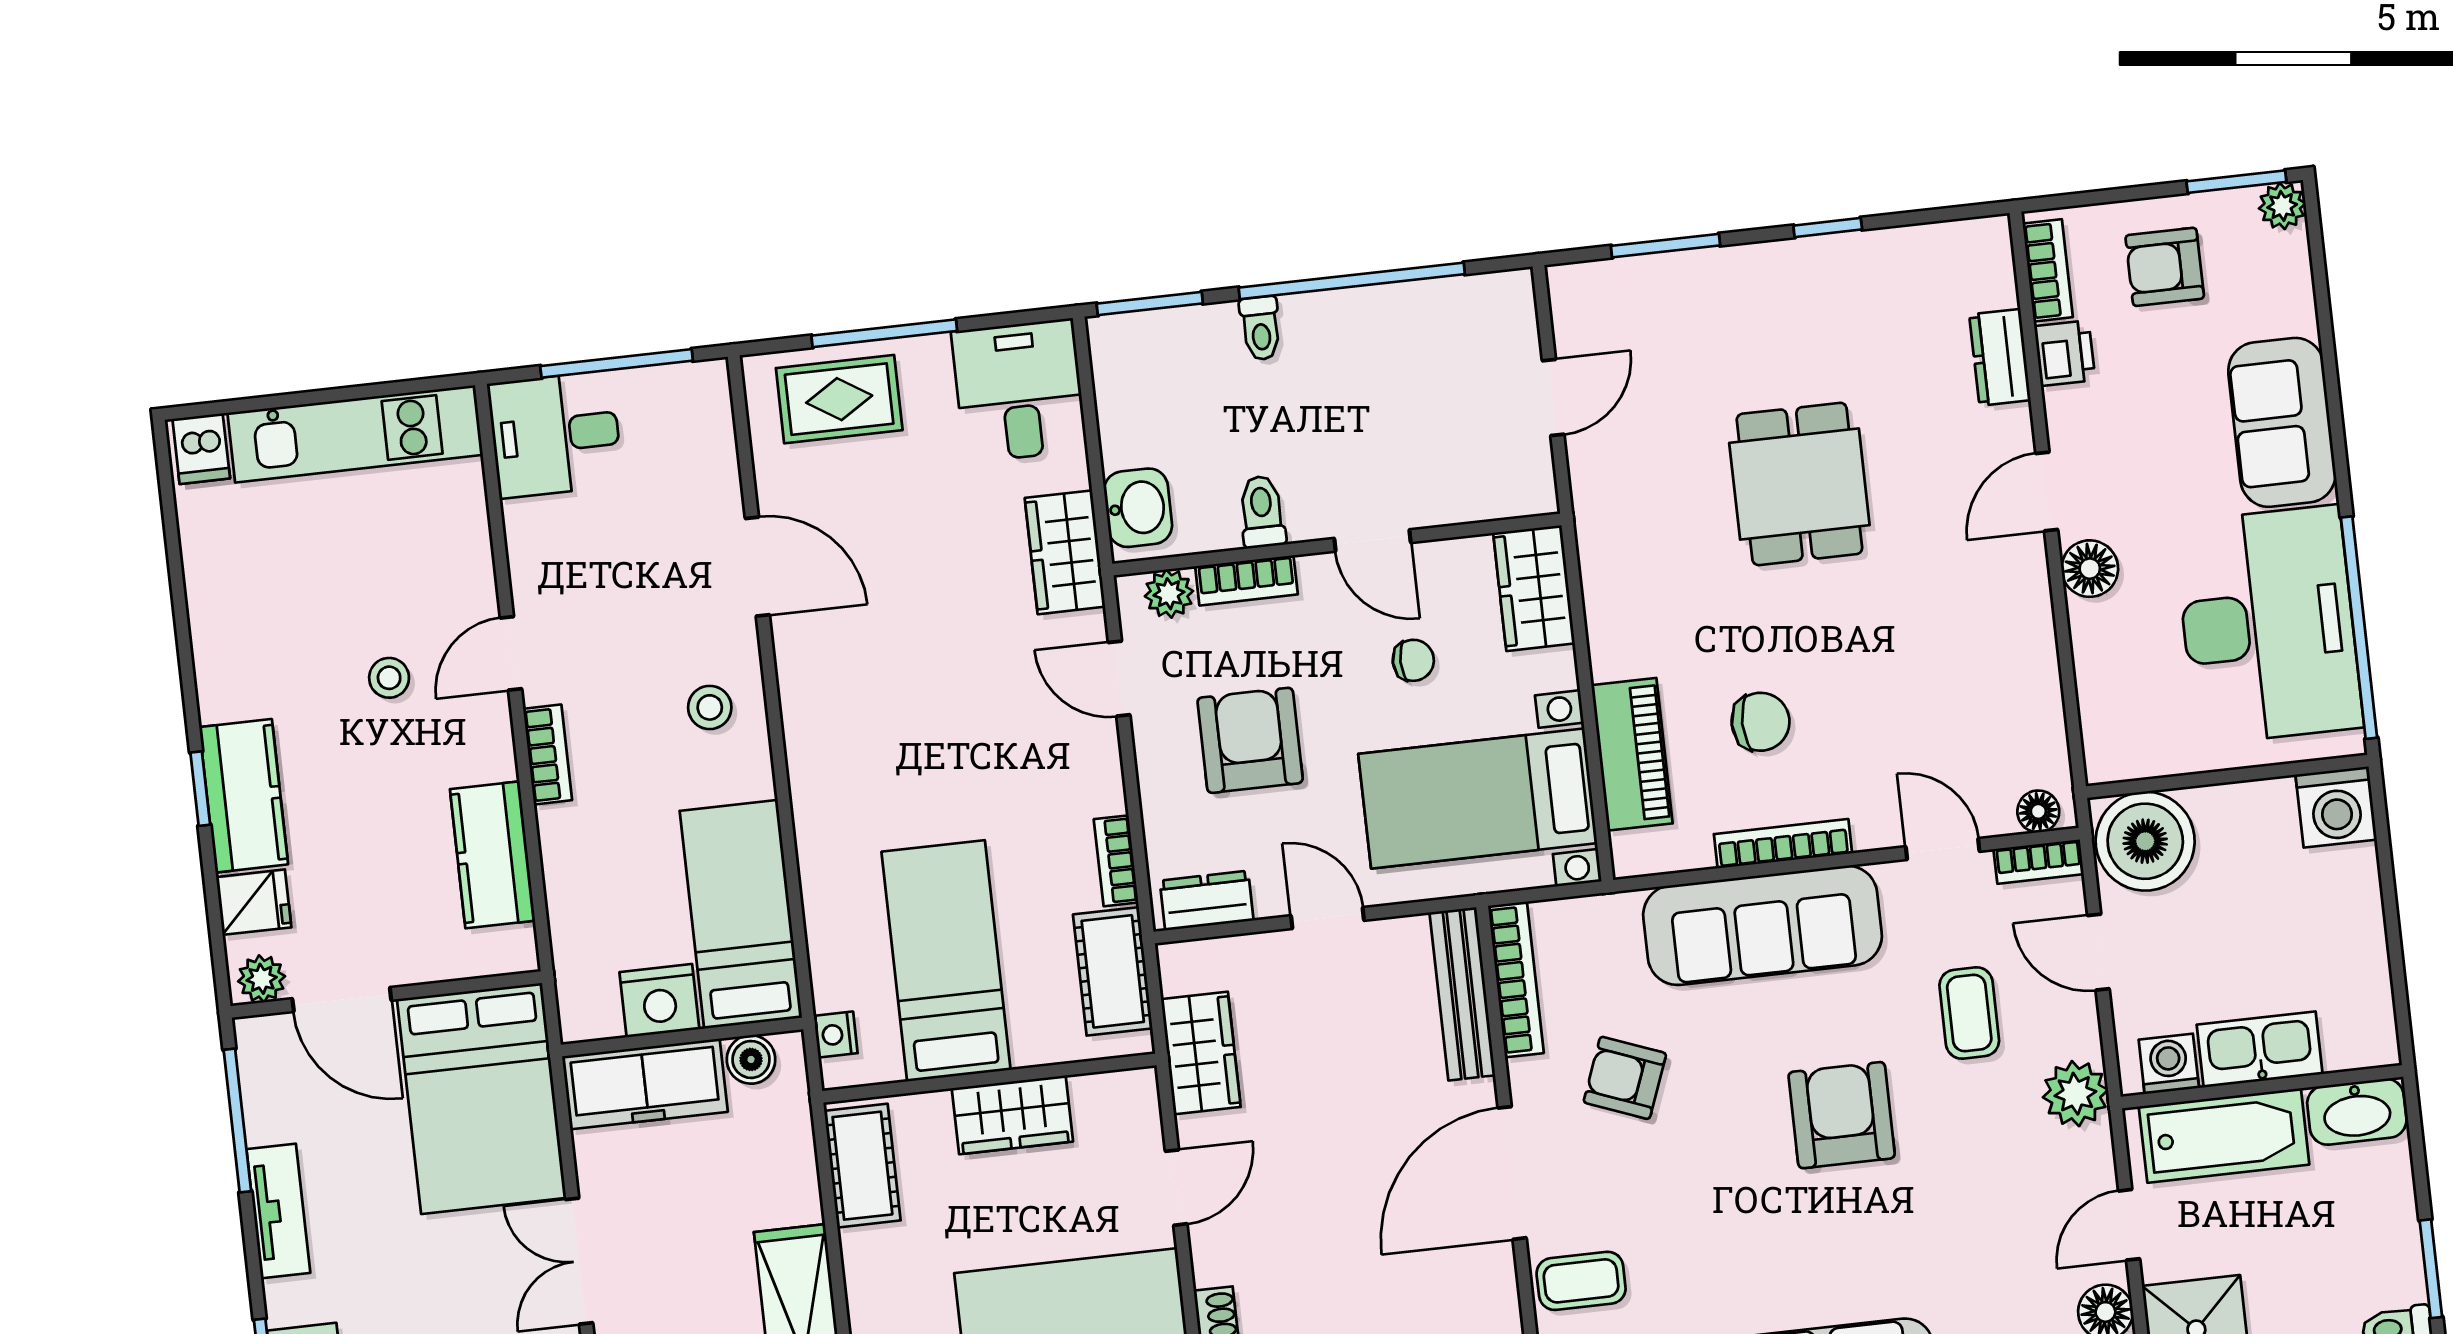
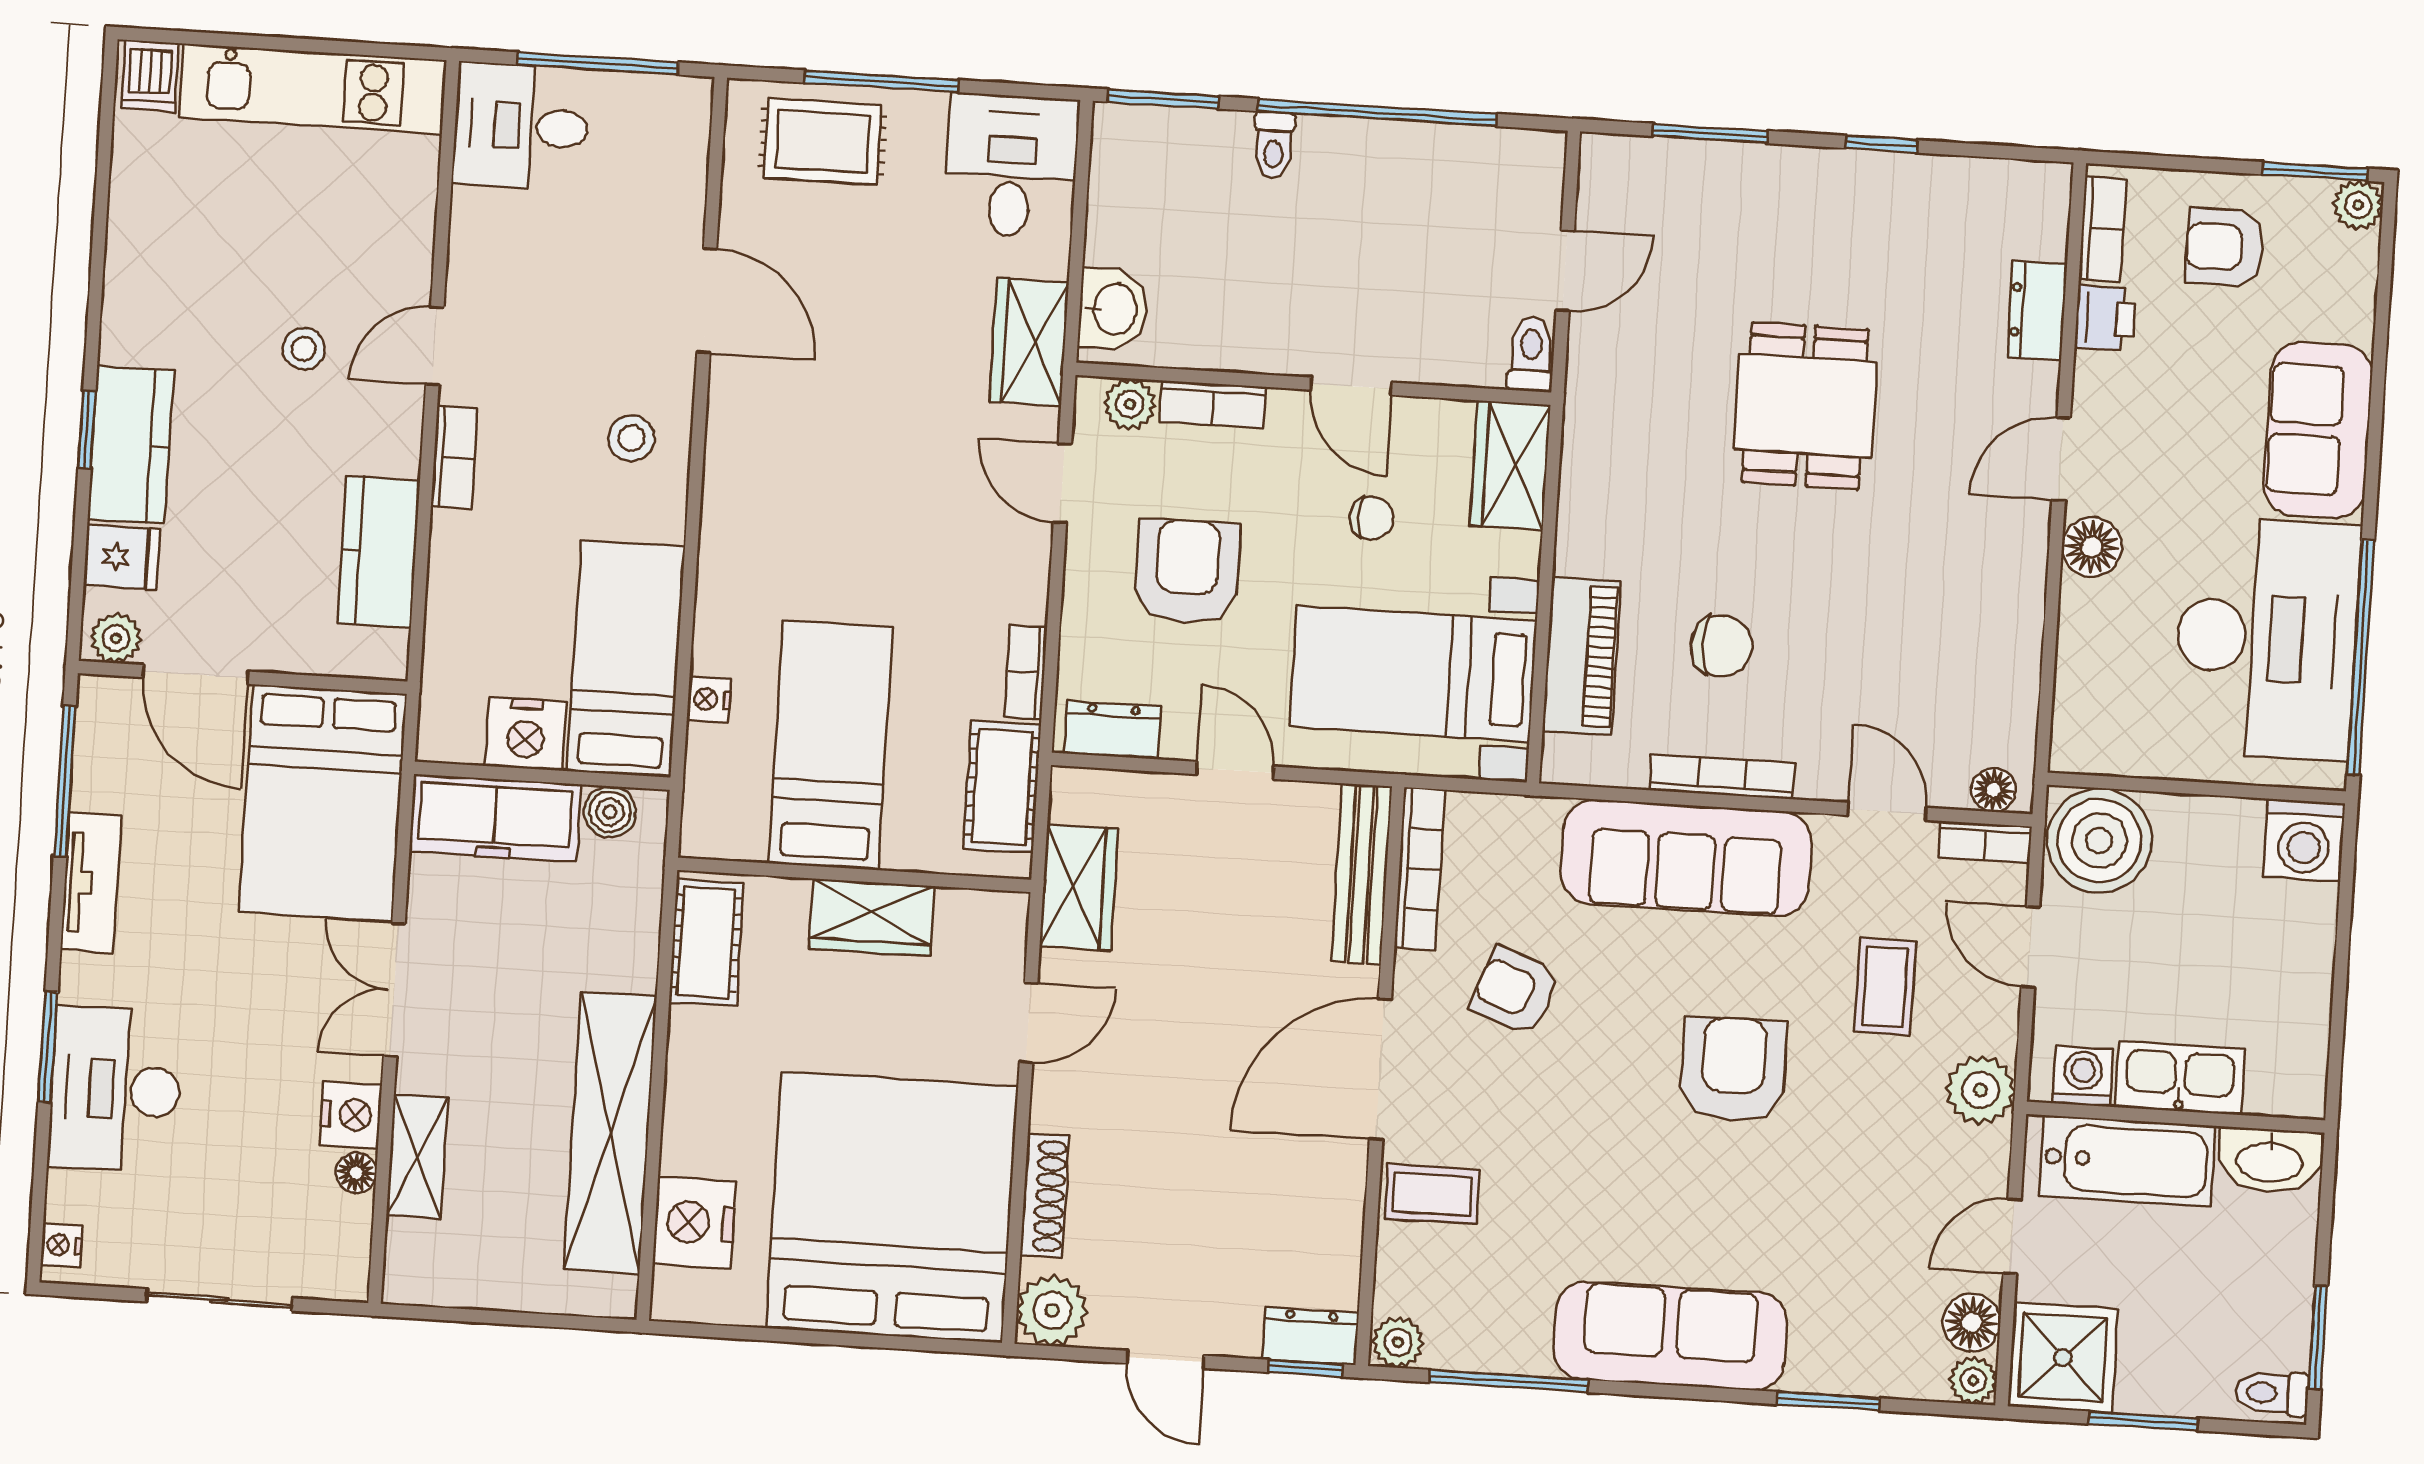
toilet: (1262, 512) -> (1531, 354), moved
nightstand: (836, 1035) -> (709, 699), moved

